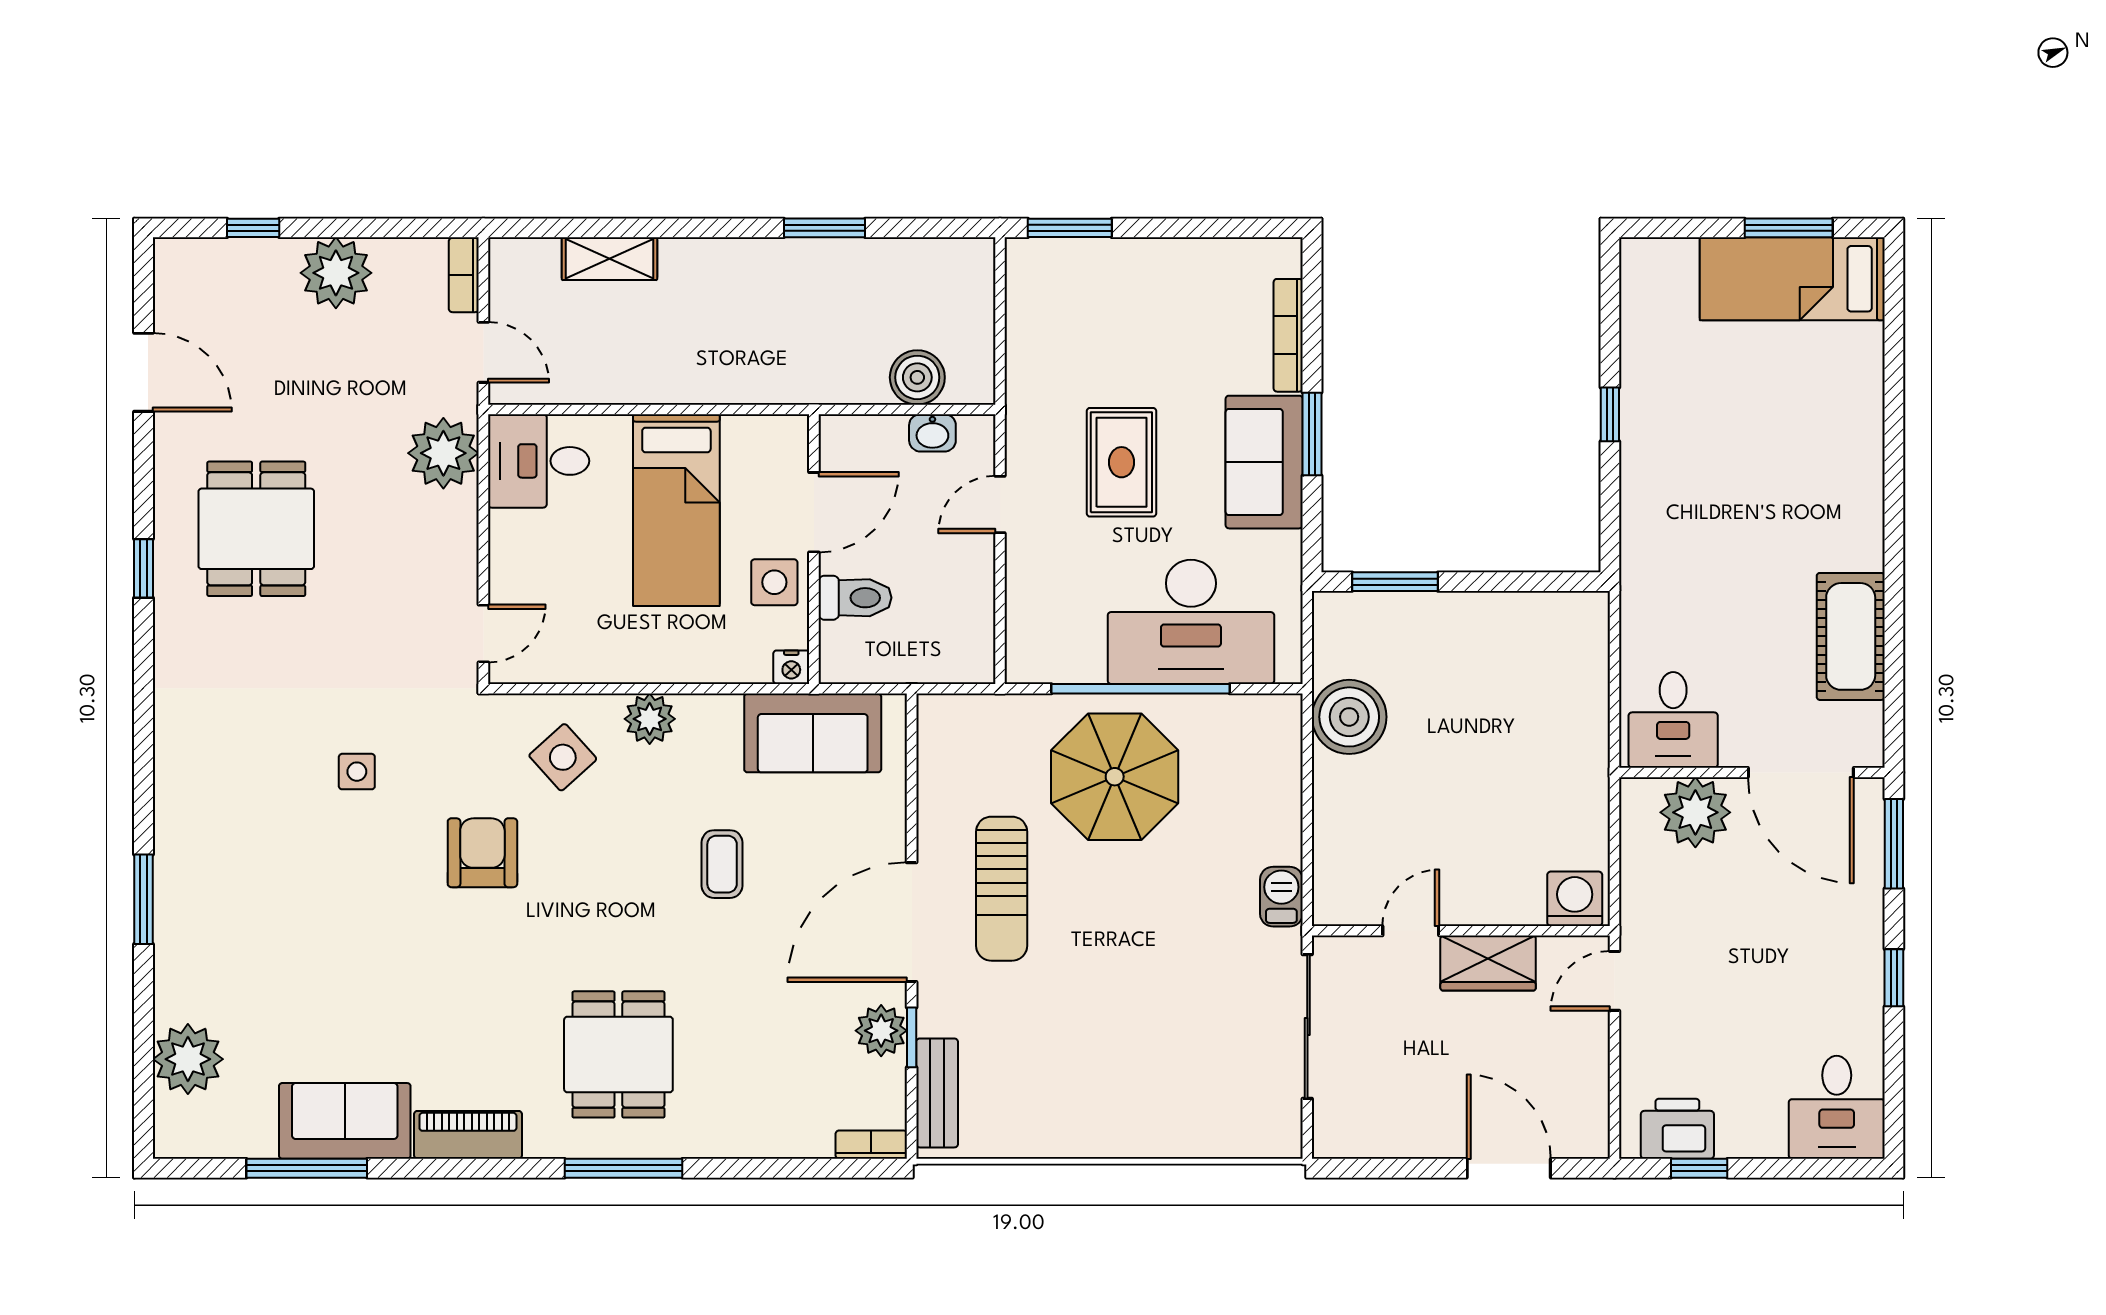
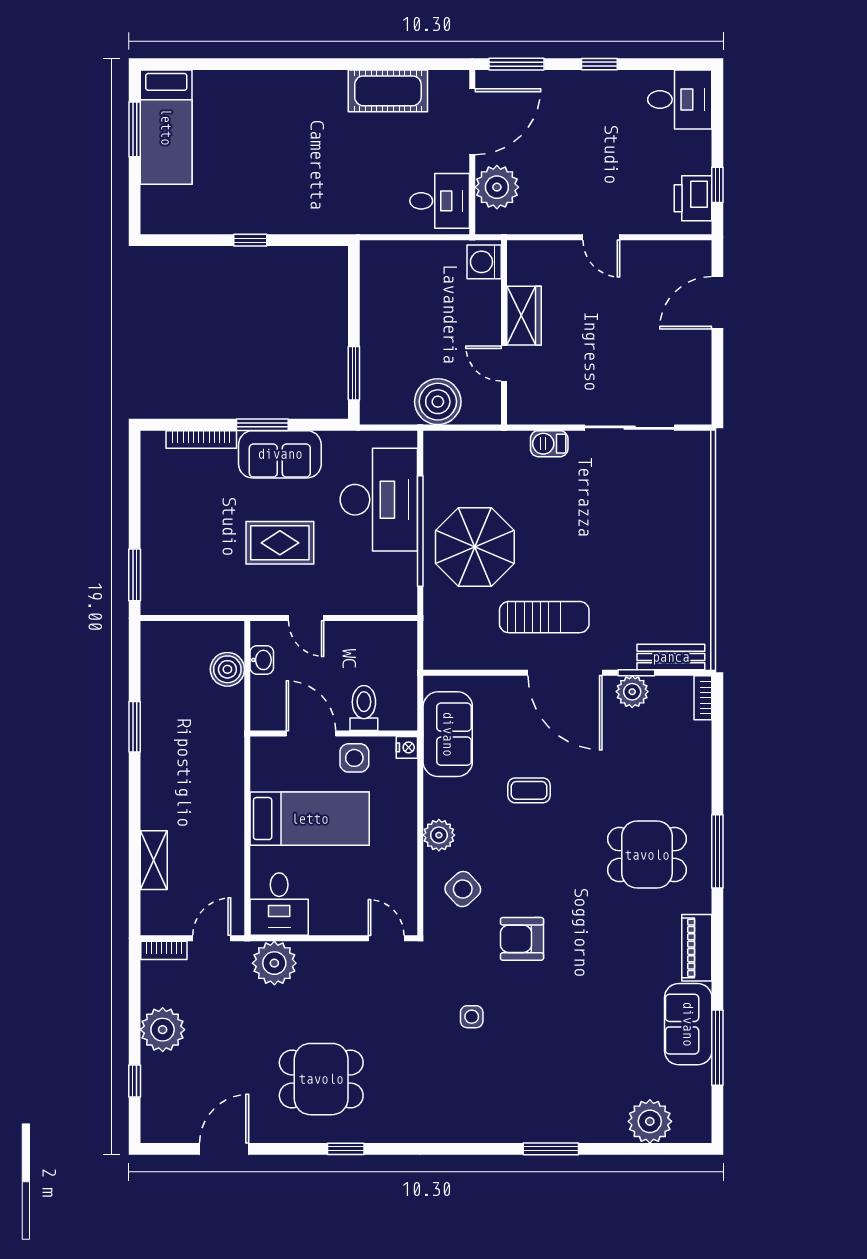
washing machine: (1575, 899) -> (484, 262), moved
door: (1411, 931) -> (504, 364), moved
wall: (1461, 931) -> (504, 332), moved
wardrobe: (1488, 963) -> (524, 316), moved

